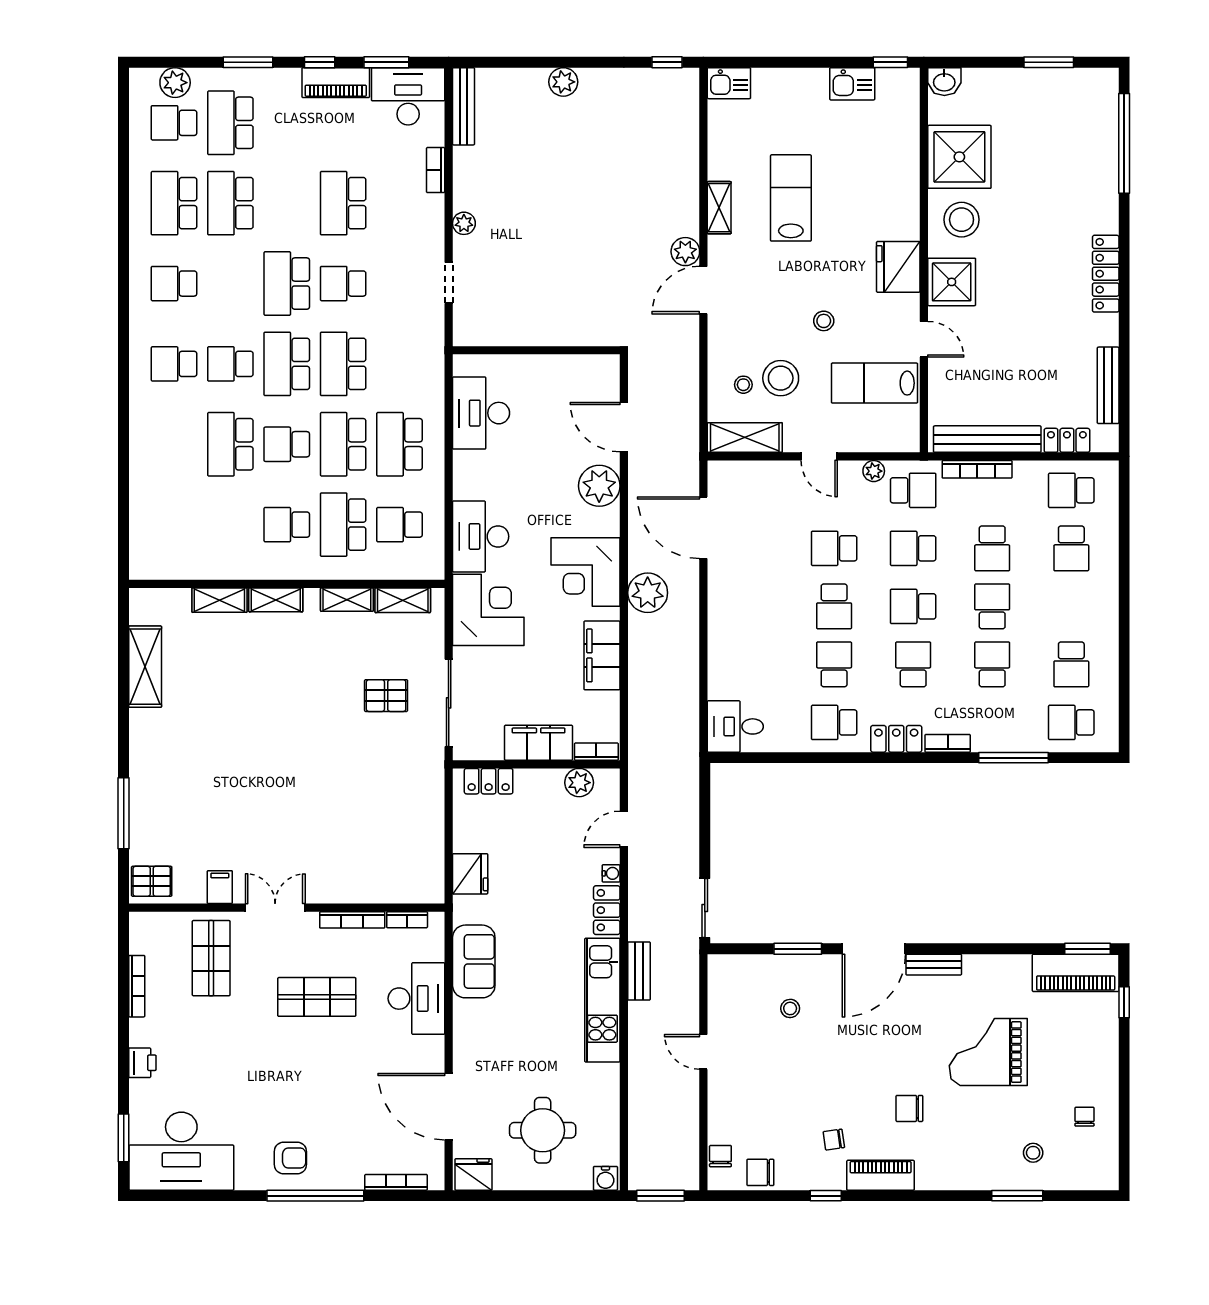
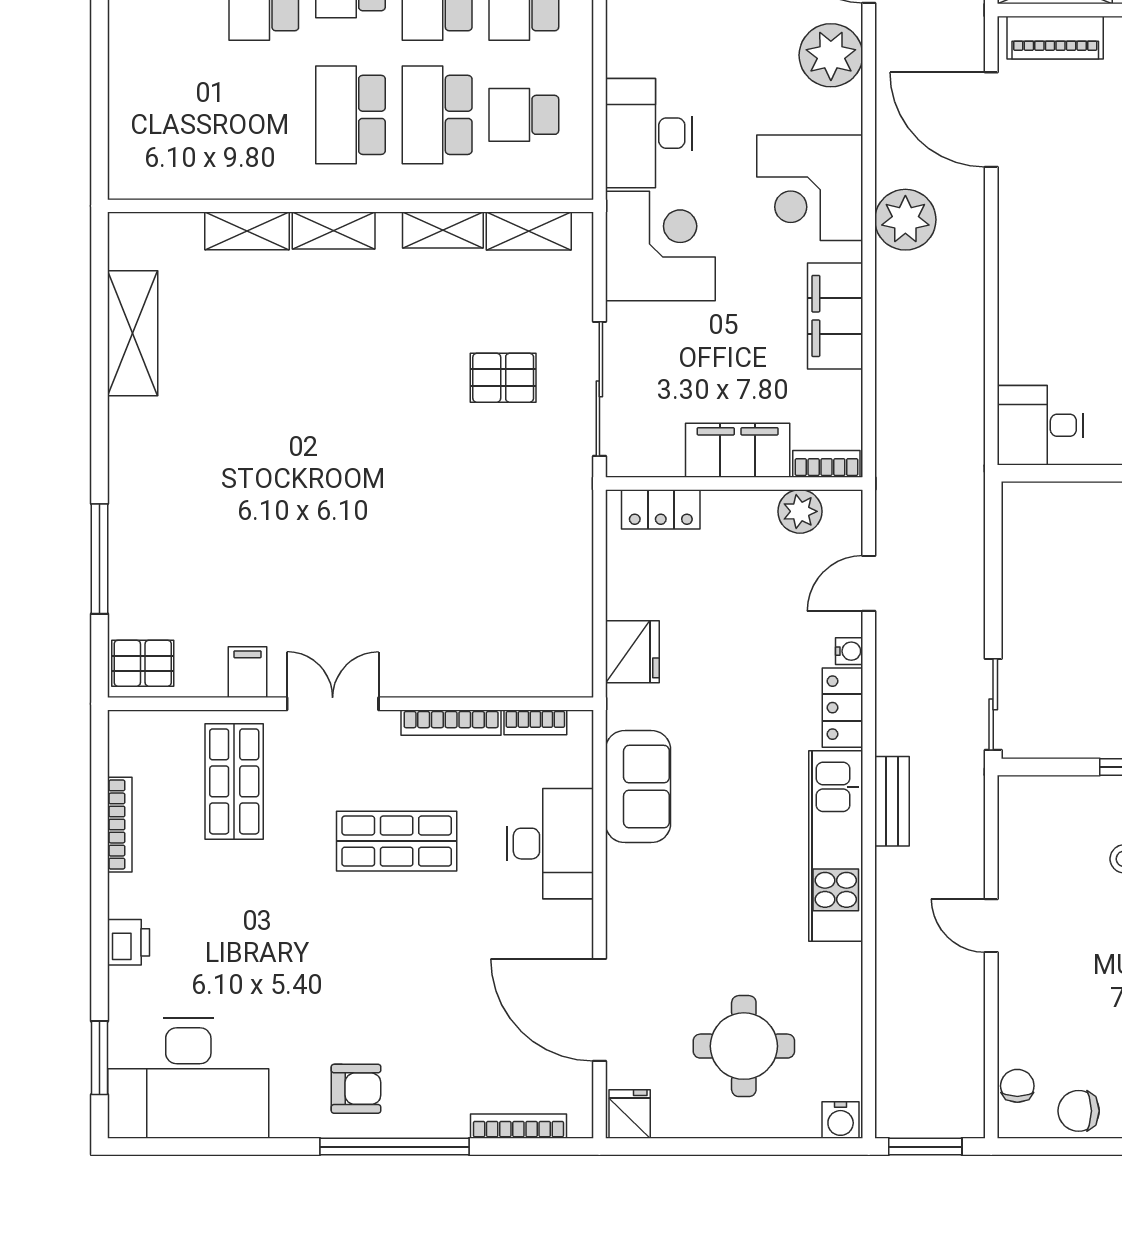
piano: (745, 474) -> (1055, 38), added
school desk: (287, 525) -> (350, 115), width x1.85
fridge: (473, 1174) -> (630, 1114), width x0.72

